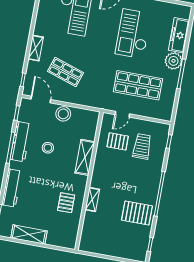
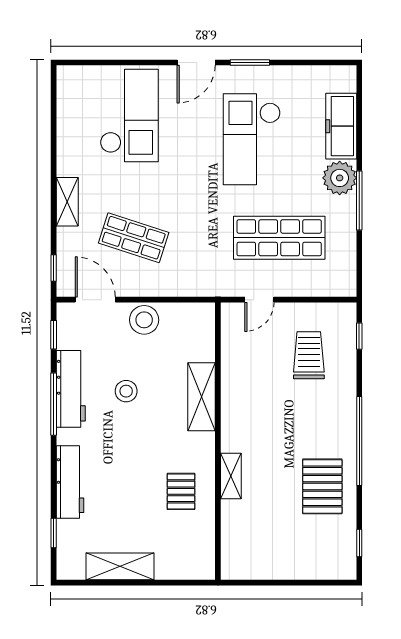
pallet: (118, 141) -> (259, 354), removed
pallet: (137, 213) -> (322, 486), turned 90

